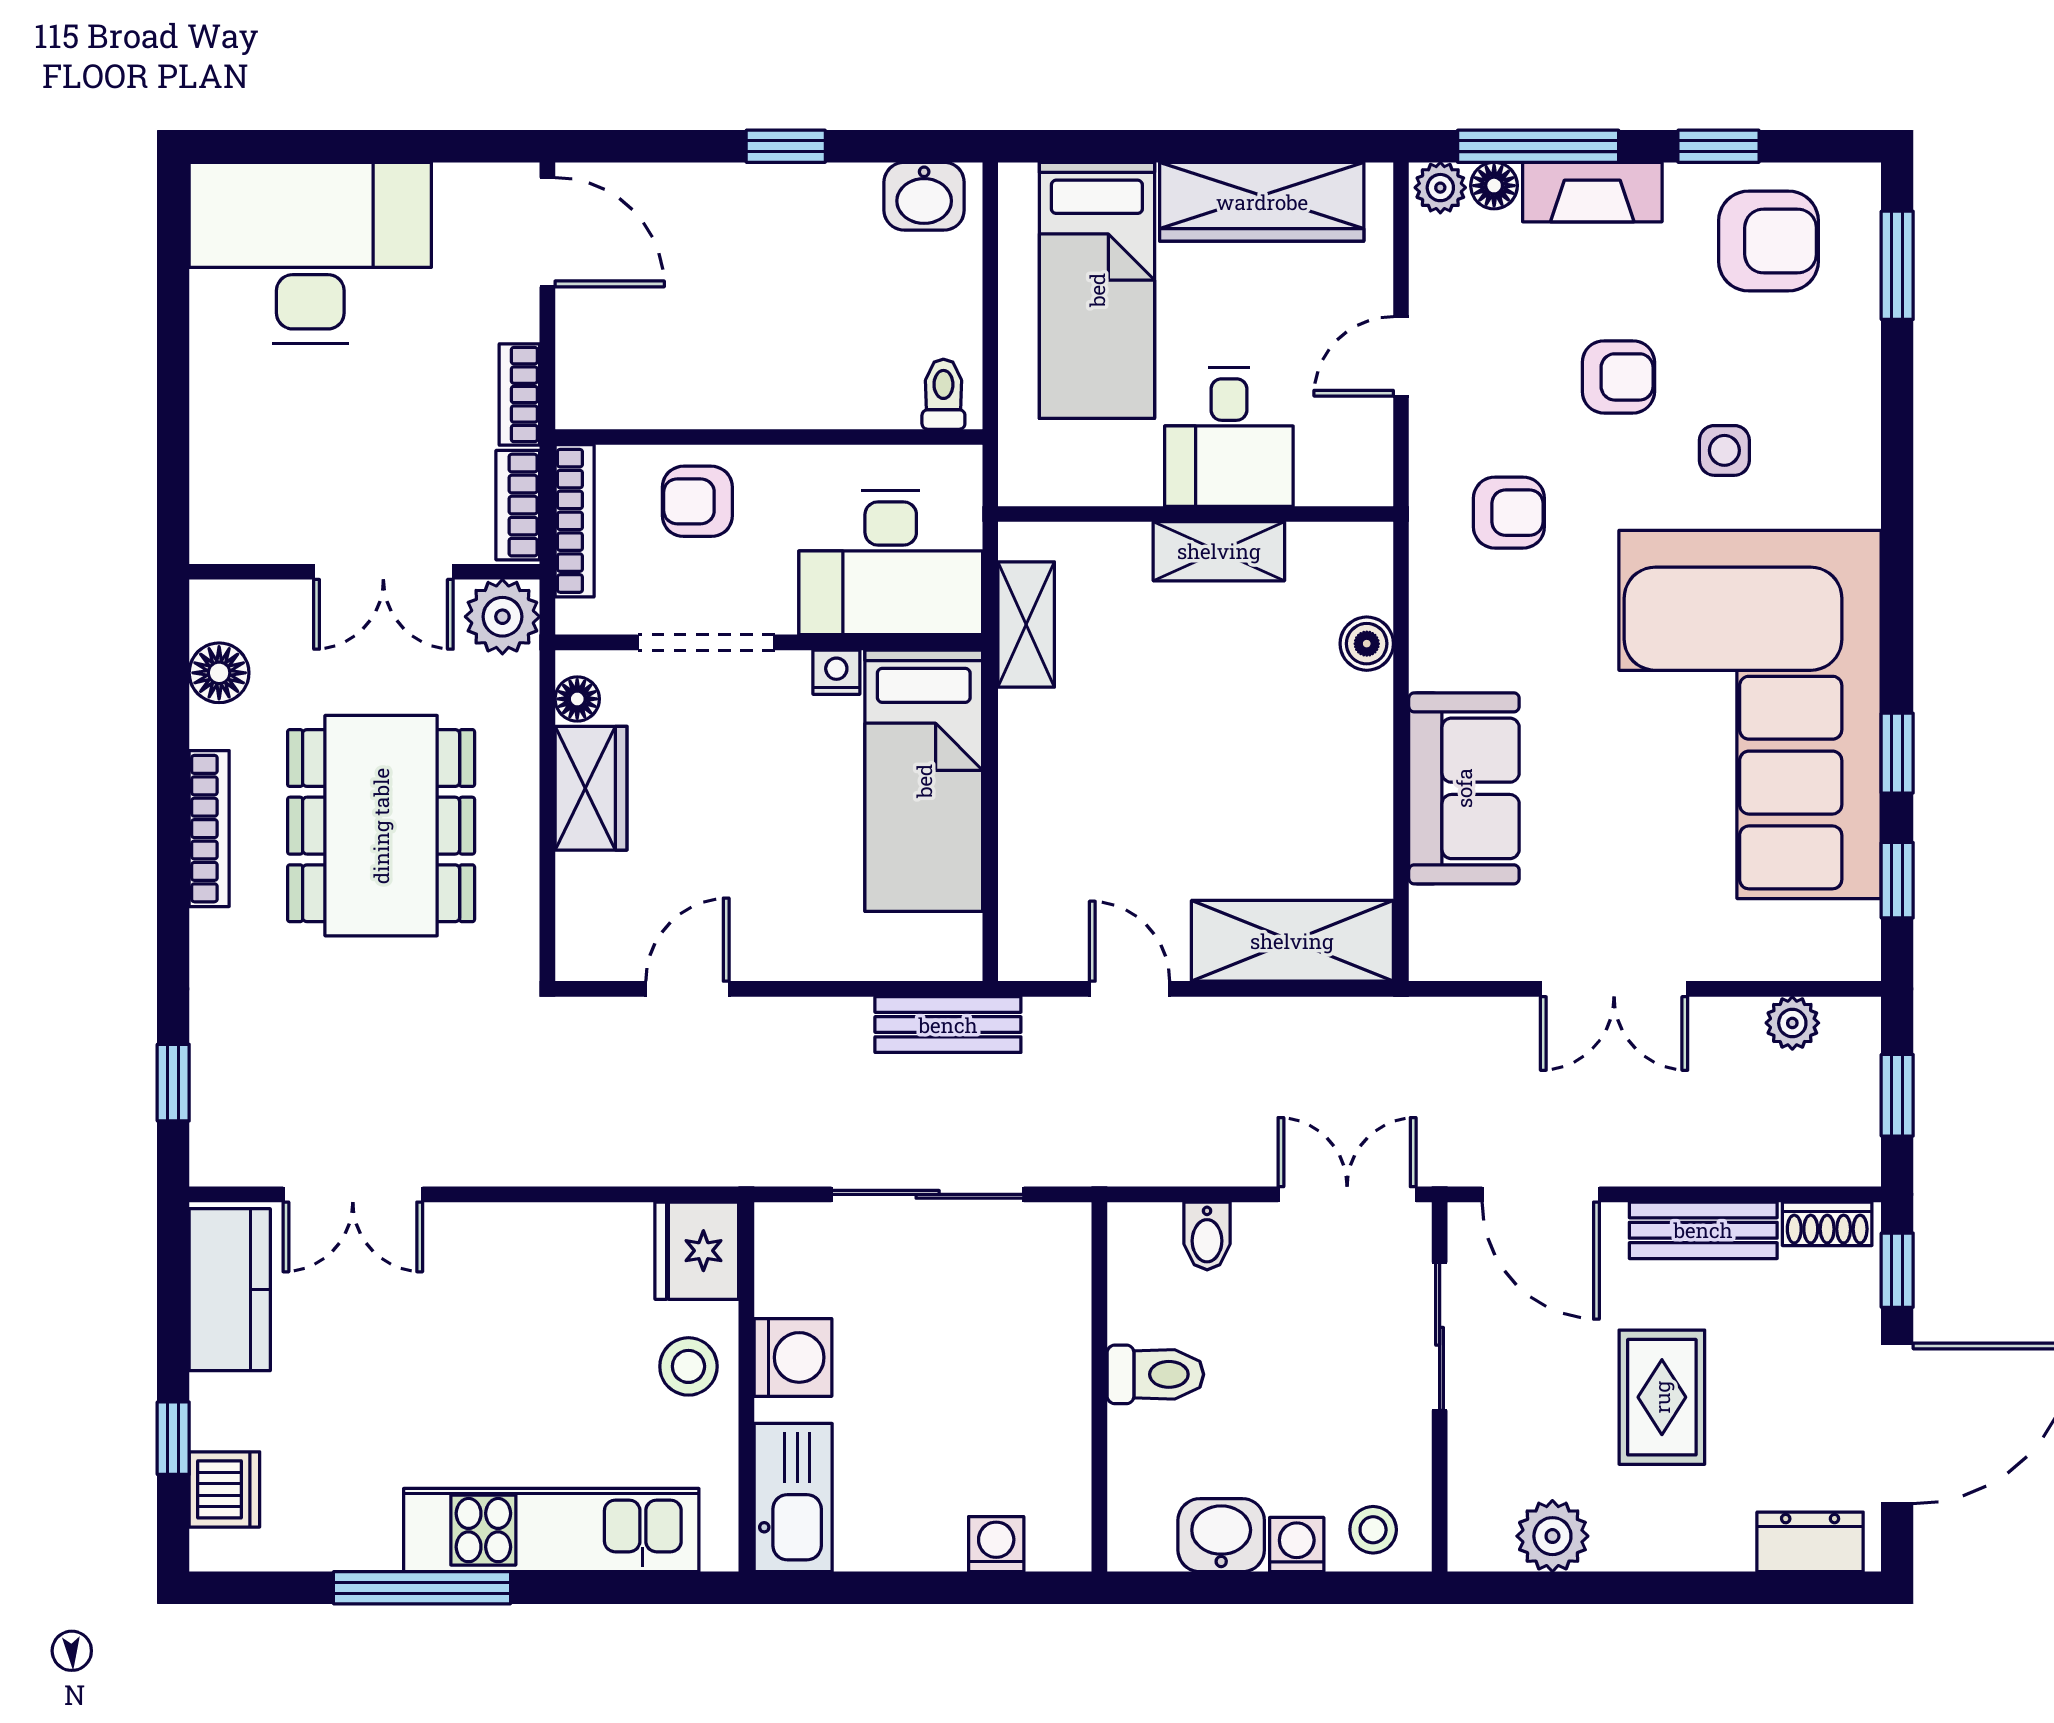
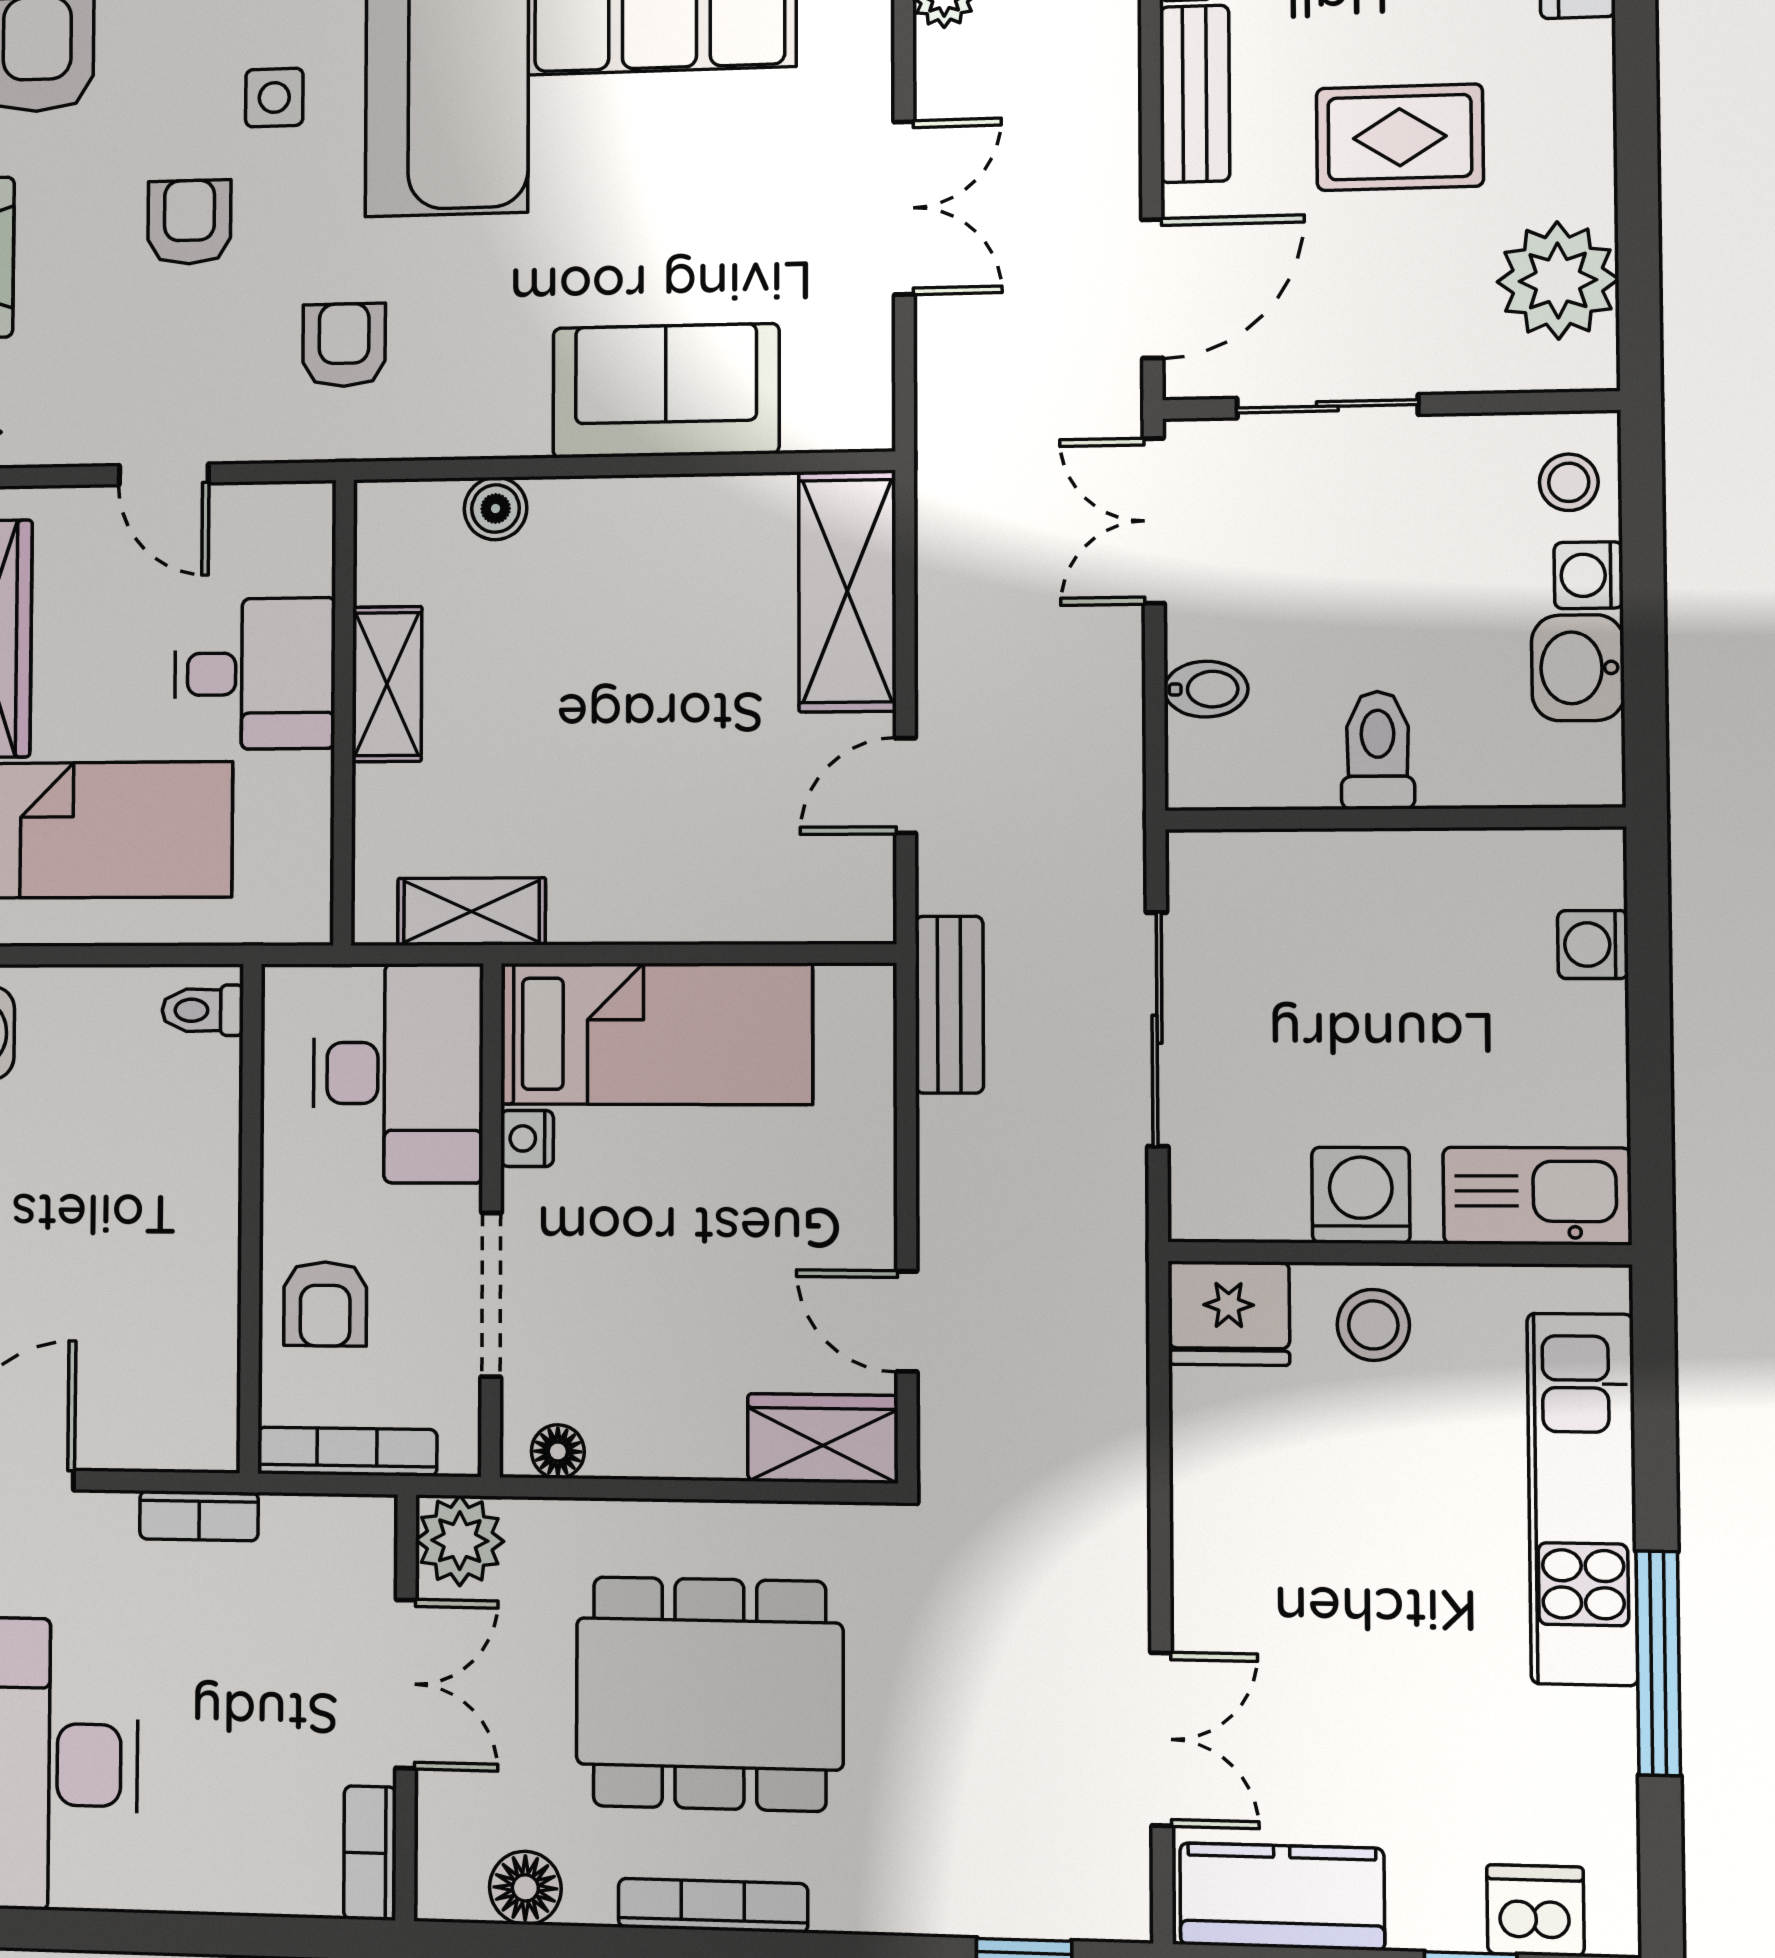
bookcase: (518, 505) -> (370, 1853), moved, turned 90
wardrobe: (591, 788) -> (823, 1438), moved
plant: (1552, 1536) -> (1558, 281), width x1.36, depth x1.36

